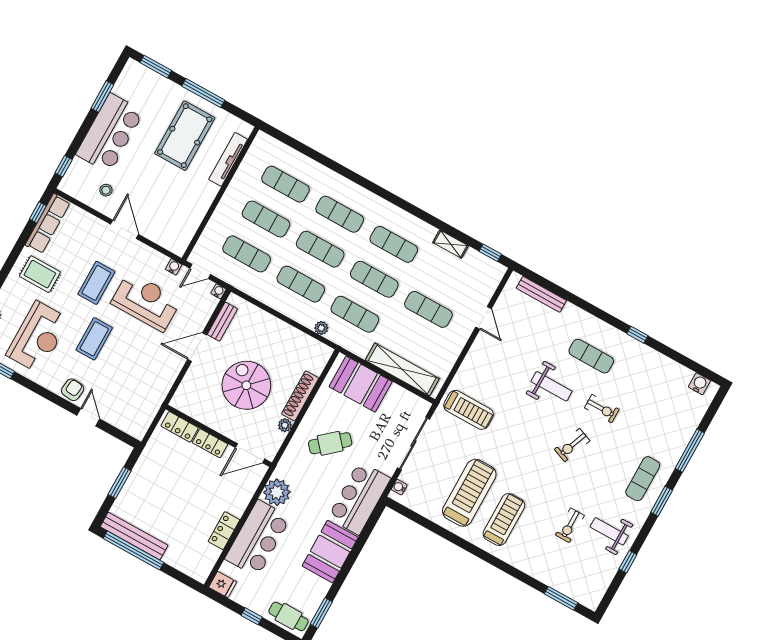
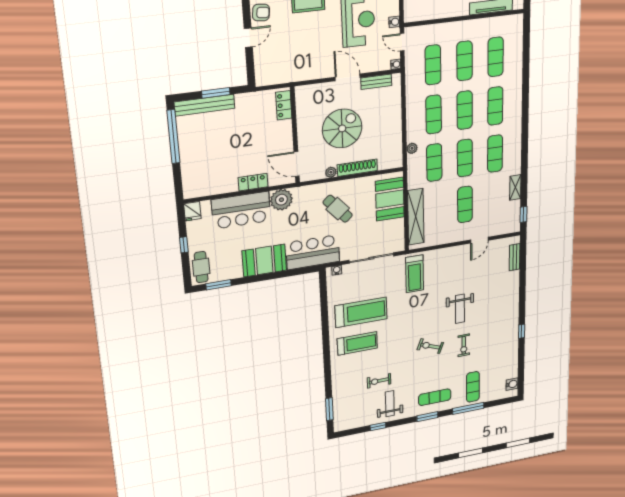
bench: (541, 294) -> (515, 257), width x0.73
exercise mat: (591, 356) -> (473, 387), moved
locker: (210, 443) -> (286, 133), removed
locker: (224, 531) -> (253, 182), moved
bench: (134, 536) -> (205, 105), moved, turned 90

